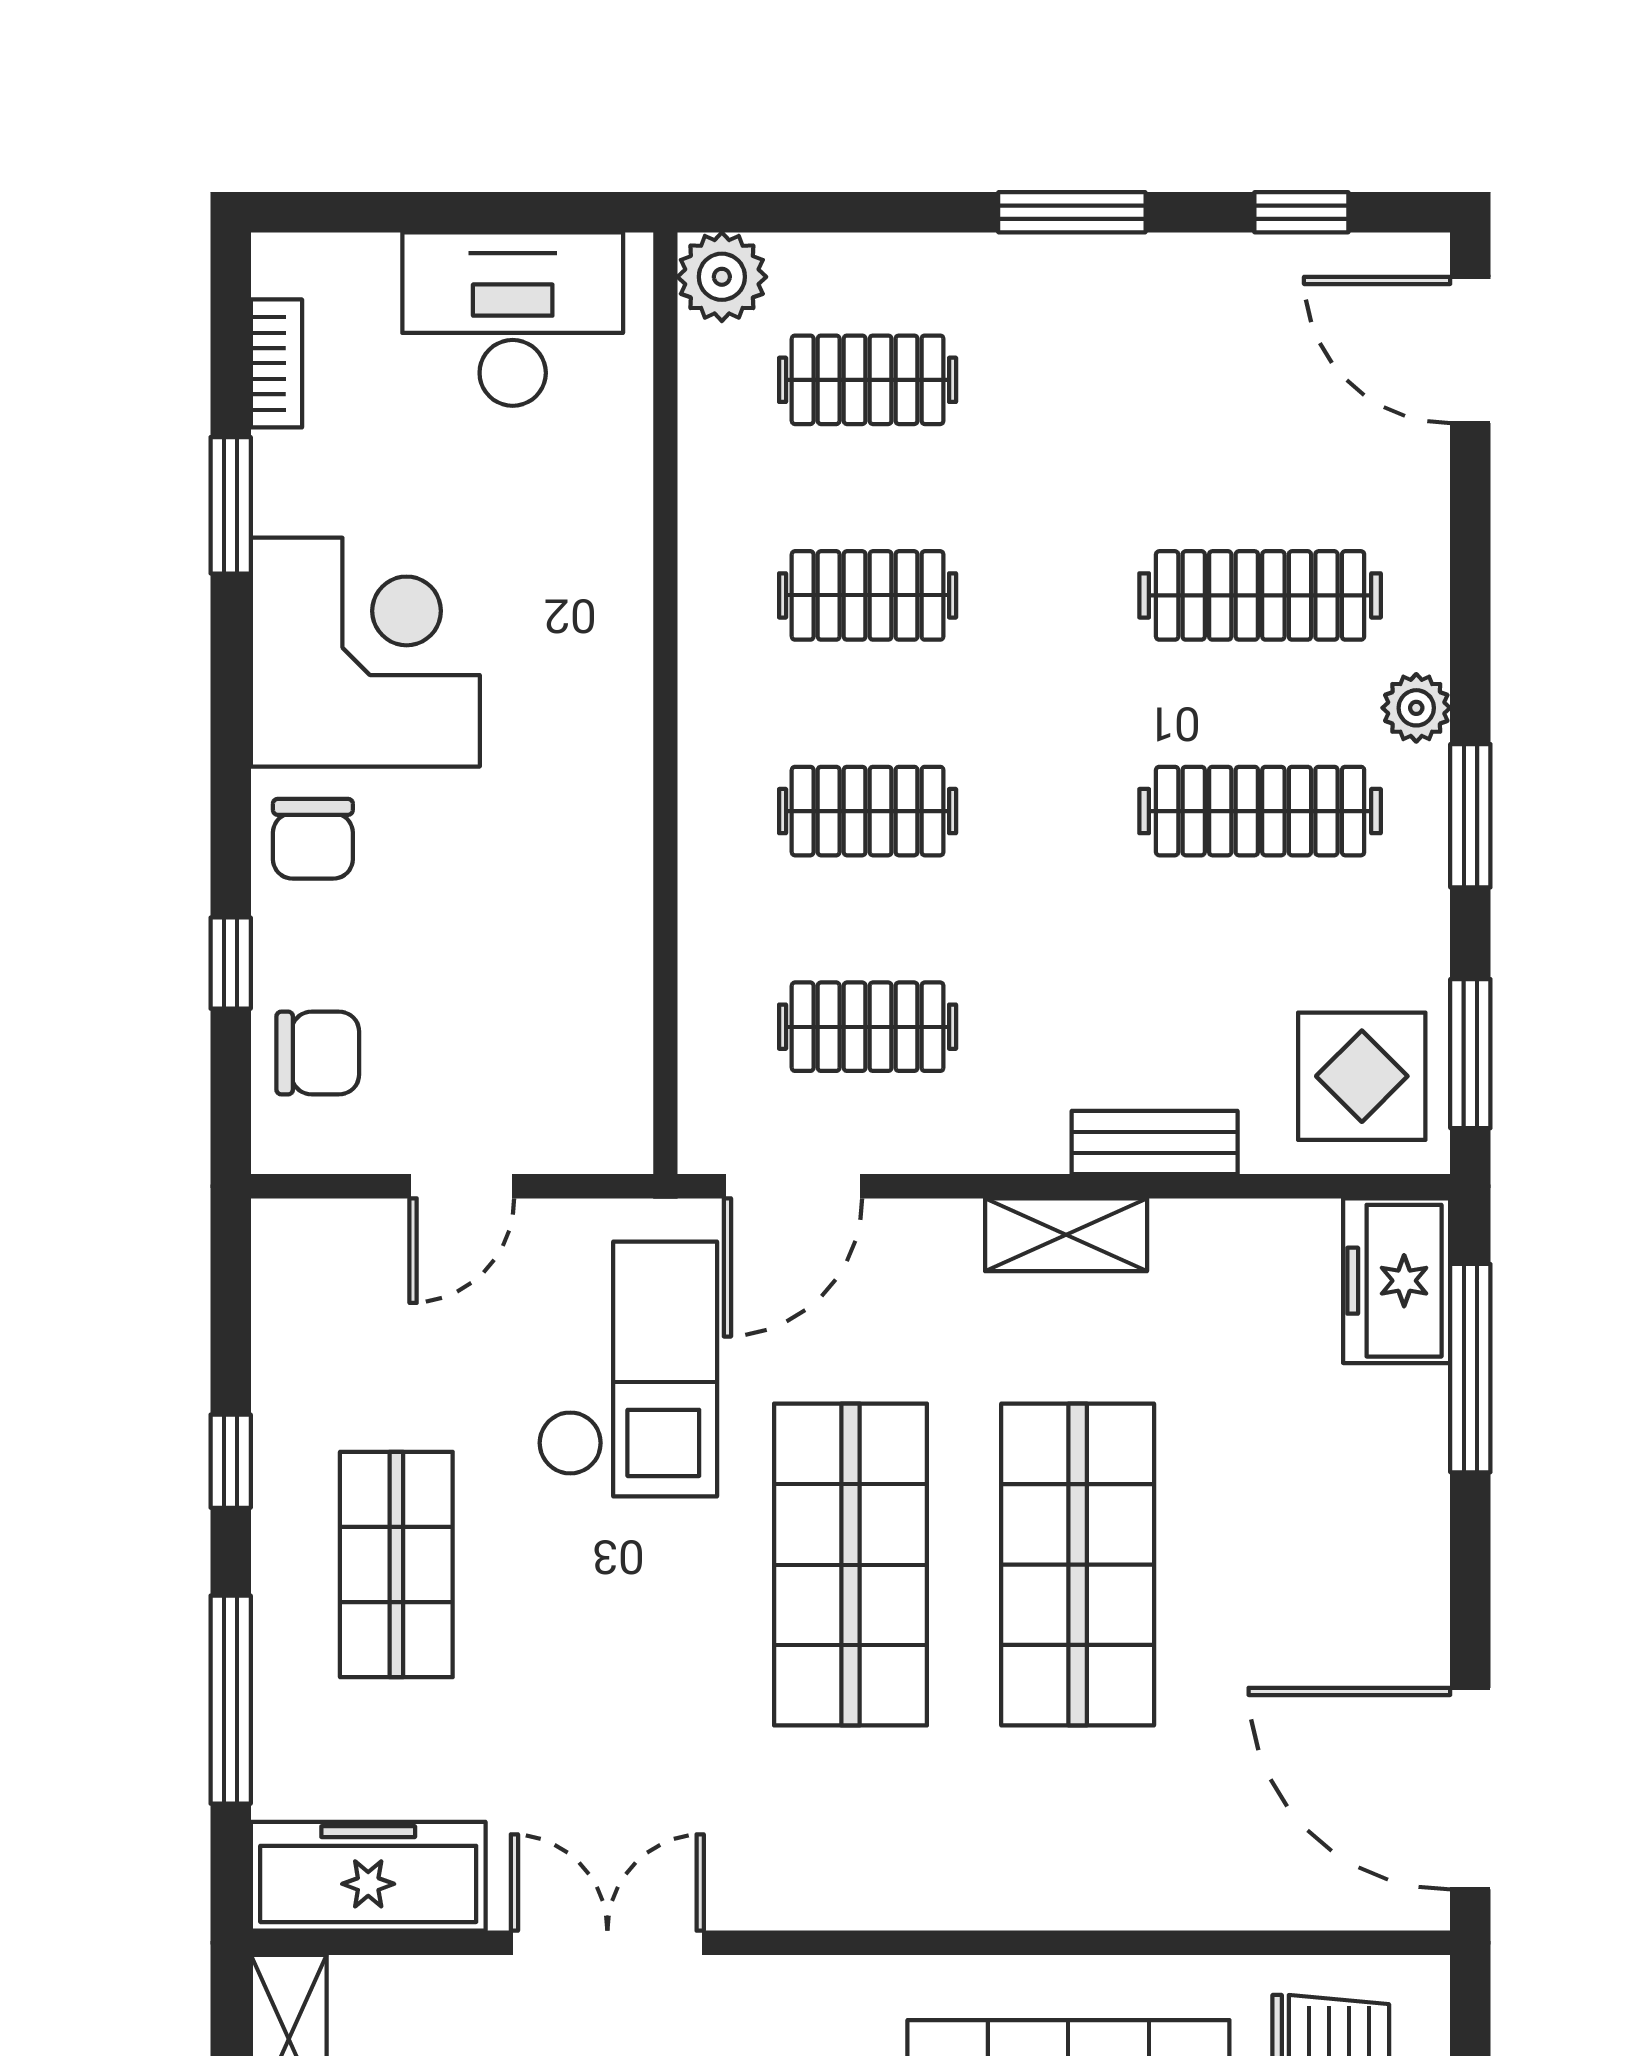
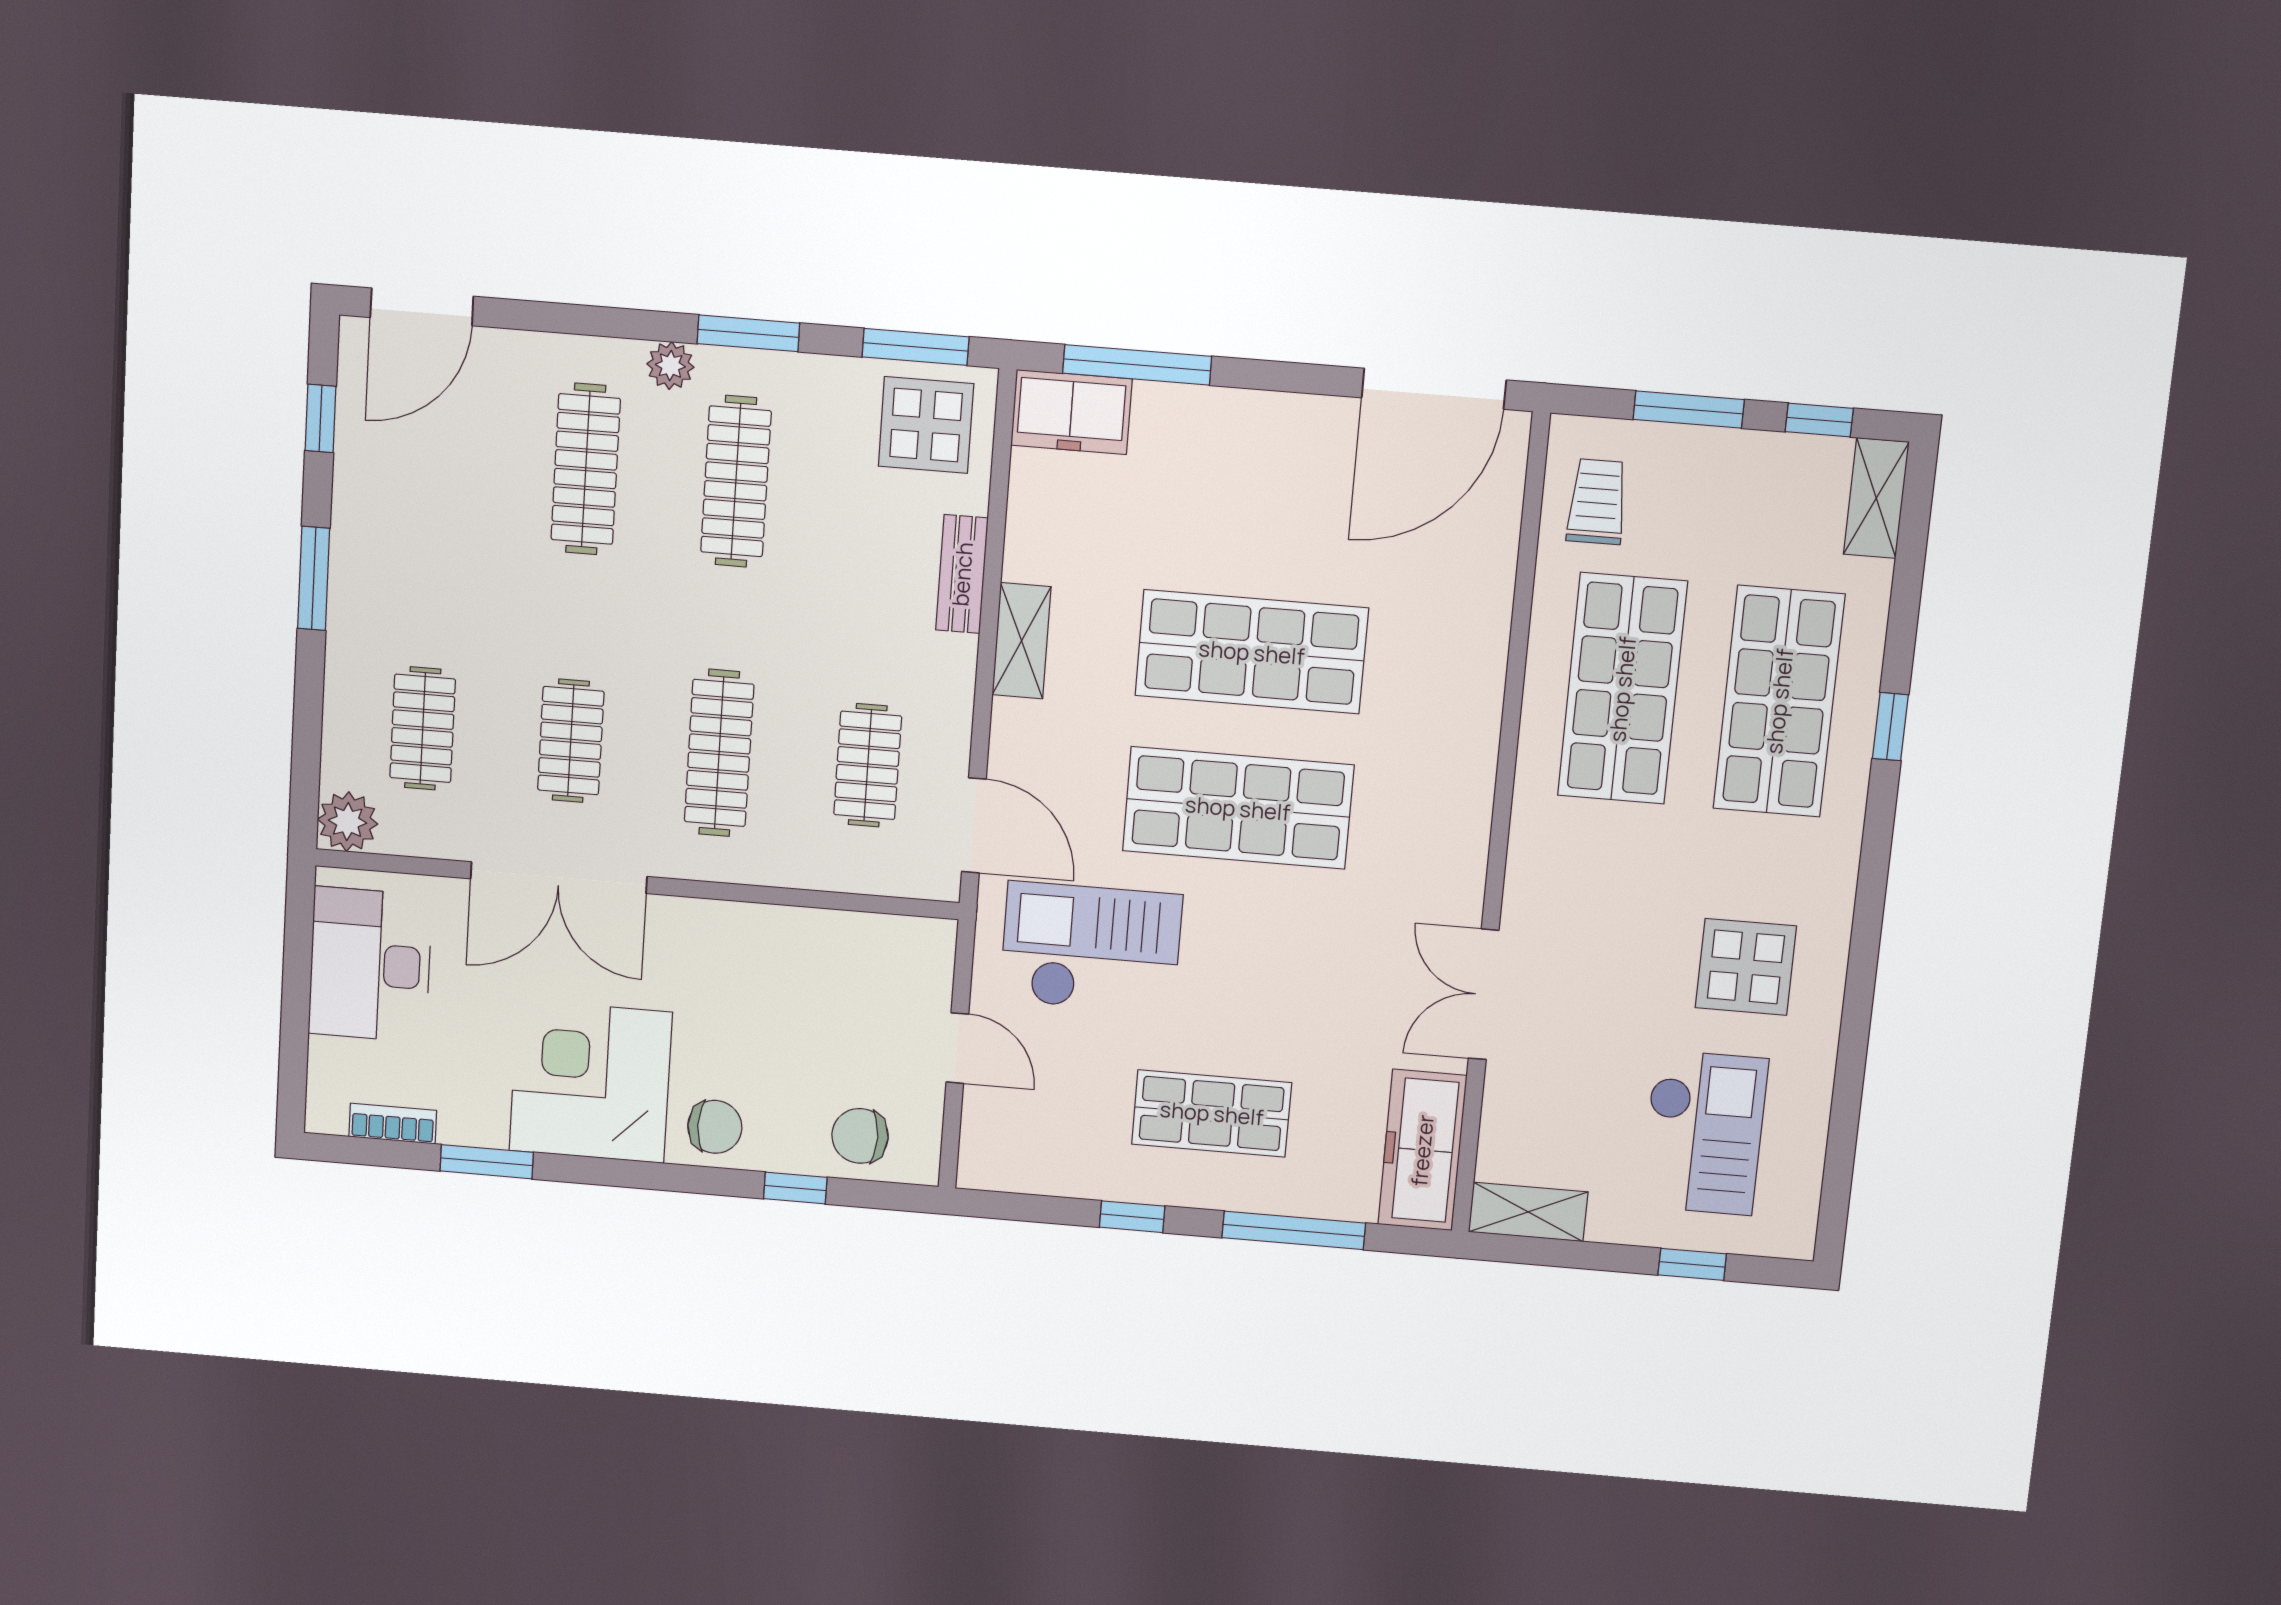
double door: (665, 589) -> (559, 878), added
clothes rail: (868, 811) -> (719, 753), width x1.36
chair: (318, 1053) -> (860, 1136), turned -90

